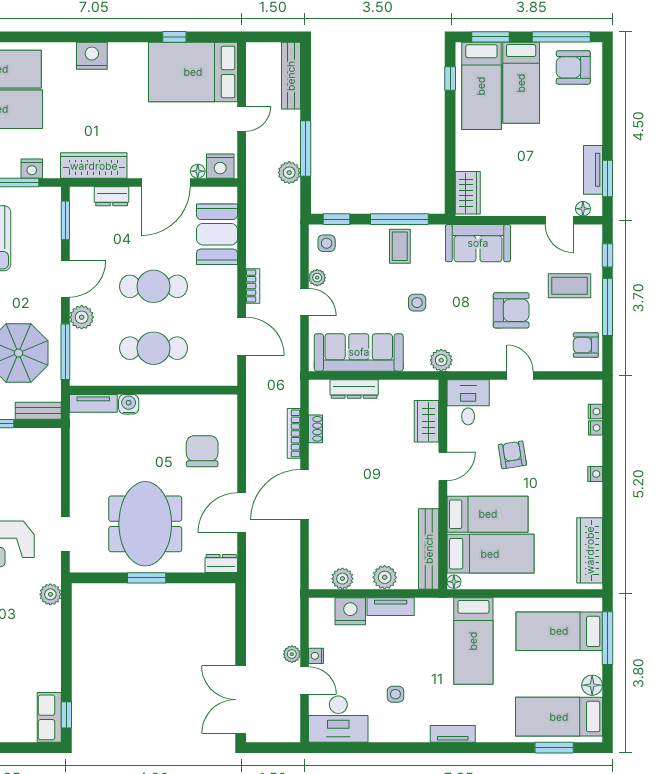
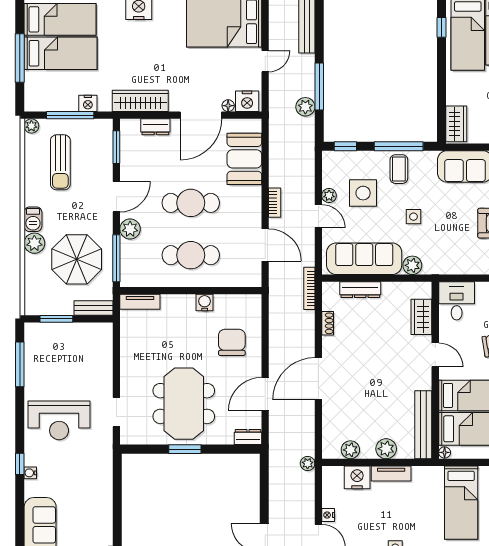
side table: (327, 243) -> (363, 193), moved, width x1.87, depth x1.87
plant: (441, 360) -> (412, 265), moved
water cooler: (129, 404) -> (205, 303), moved
bookcase: (294, 433) -> (309, 288), moved
door: (443, 466) -> (435, 355), hinge flipped
plant: (50, 594) -> (104, 463), removed
plant: (292, 654) -> (308, 463), moved

